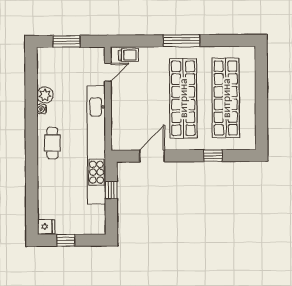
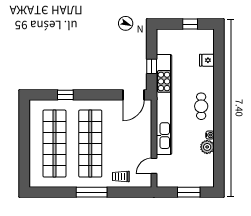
trolley: (128, 55) -> (121, 177), moved
door: (152, 156) -> (134, 95), moved
fridge: (46, 227) -> (207, 60), moved

